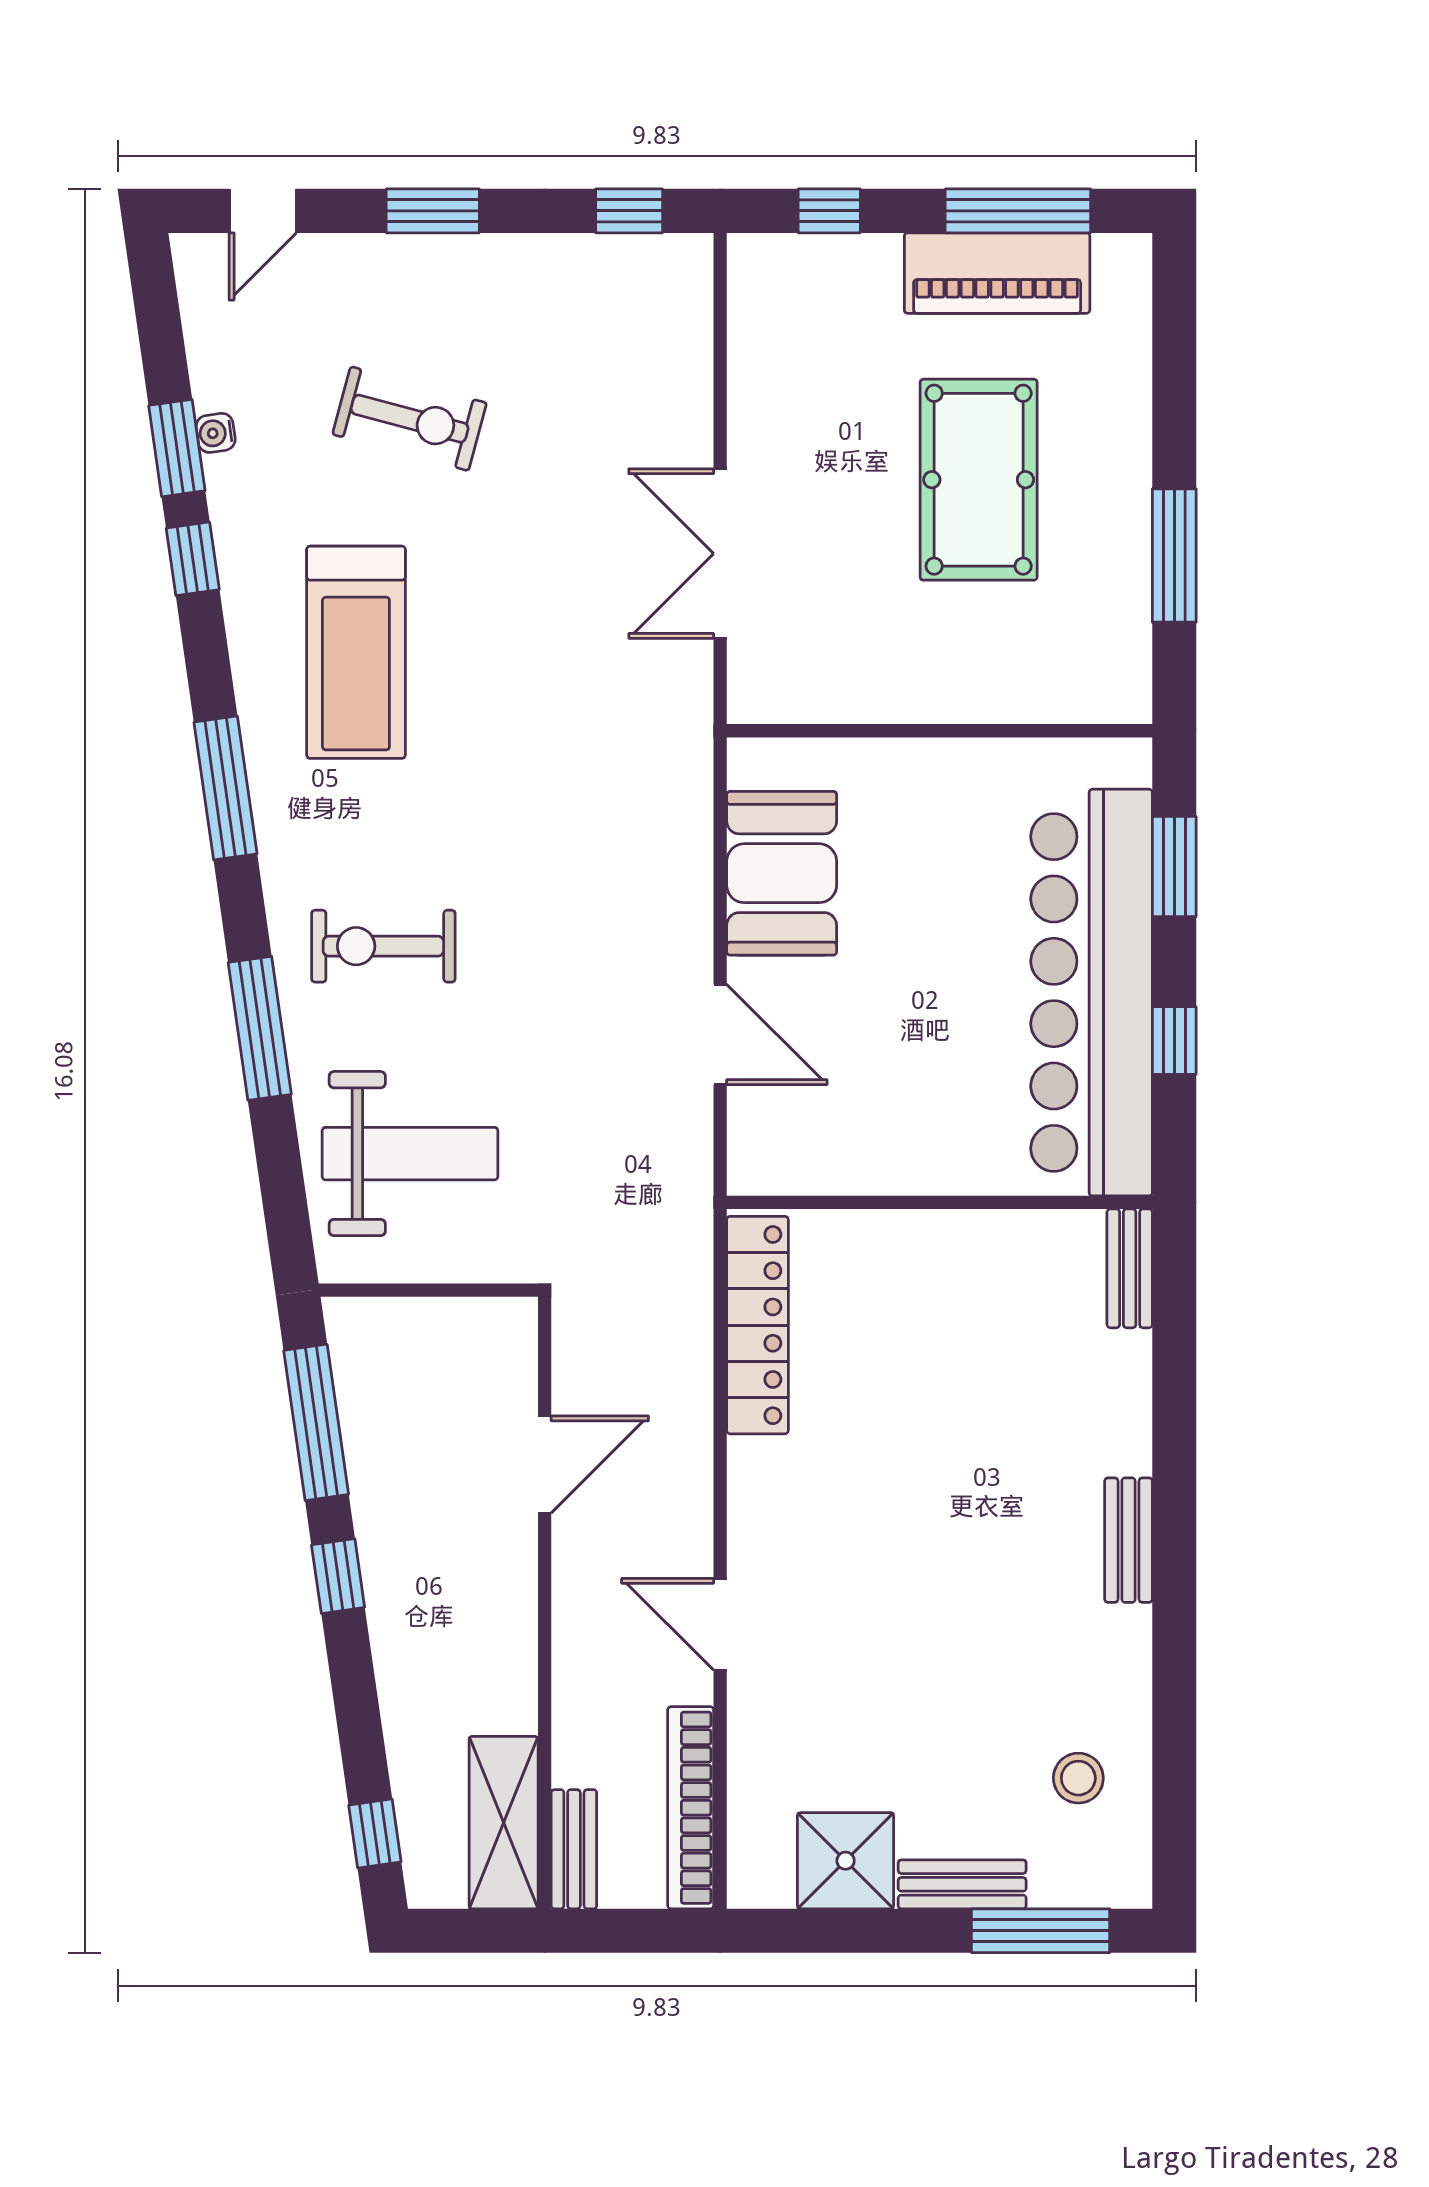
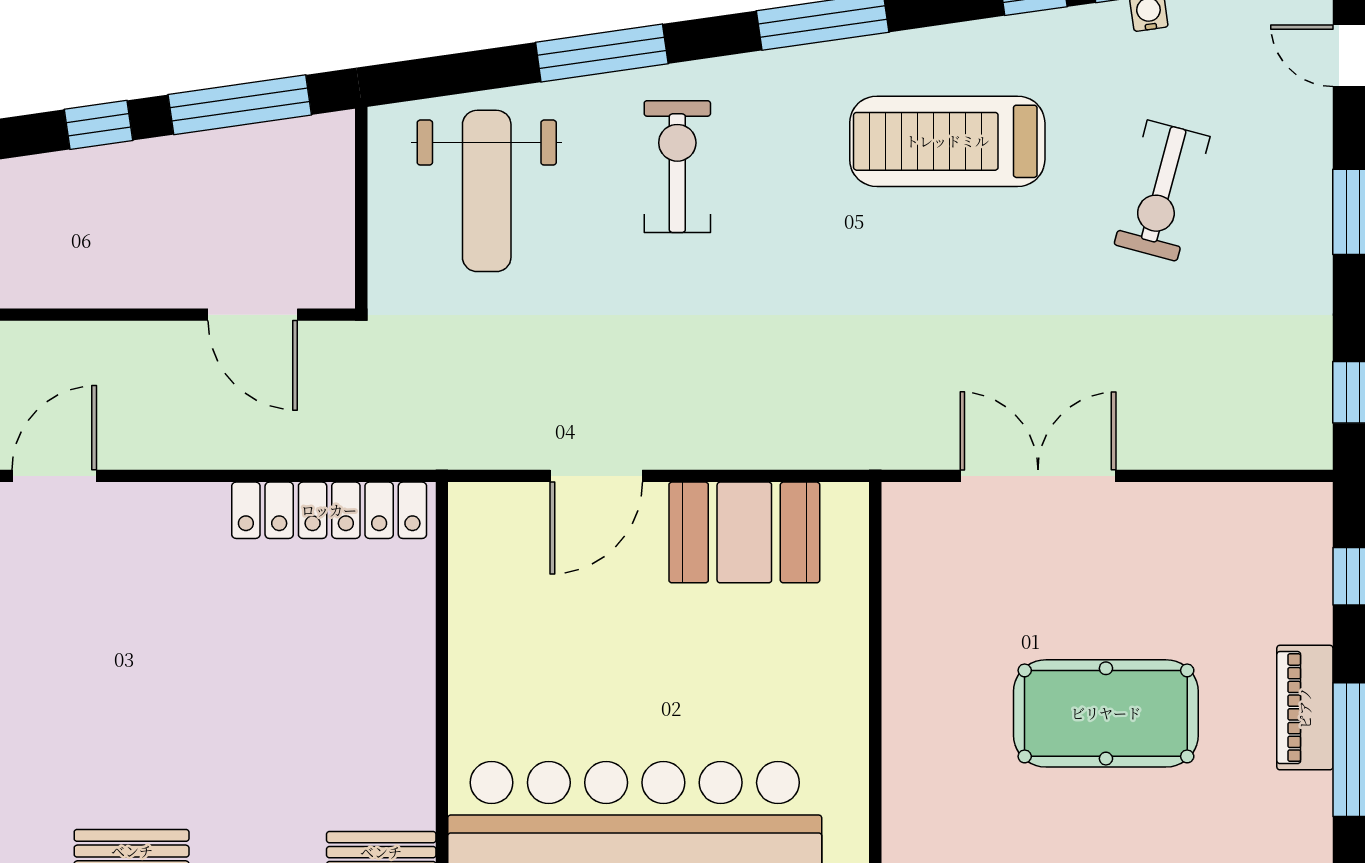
piano: (997, 273) -> (1305, 708), width x0.73, depth x0.75
door: (545, 1464) -> (253, 315), moved

